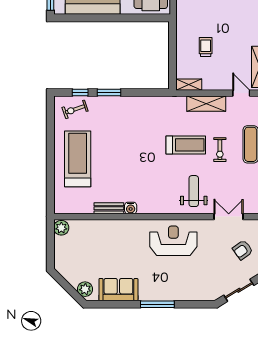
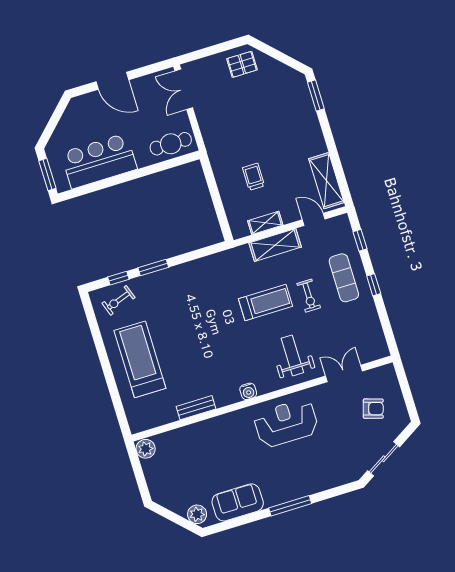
shelving: (189, 85) -> (265, 223), moved
water cooler: (131, 208) -> (248, 391), moved
armchair: (243, 250) -> (373, 409), turned -127

